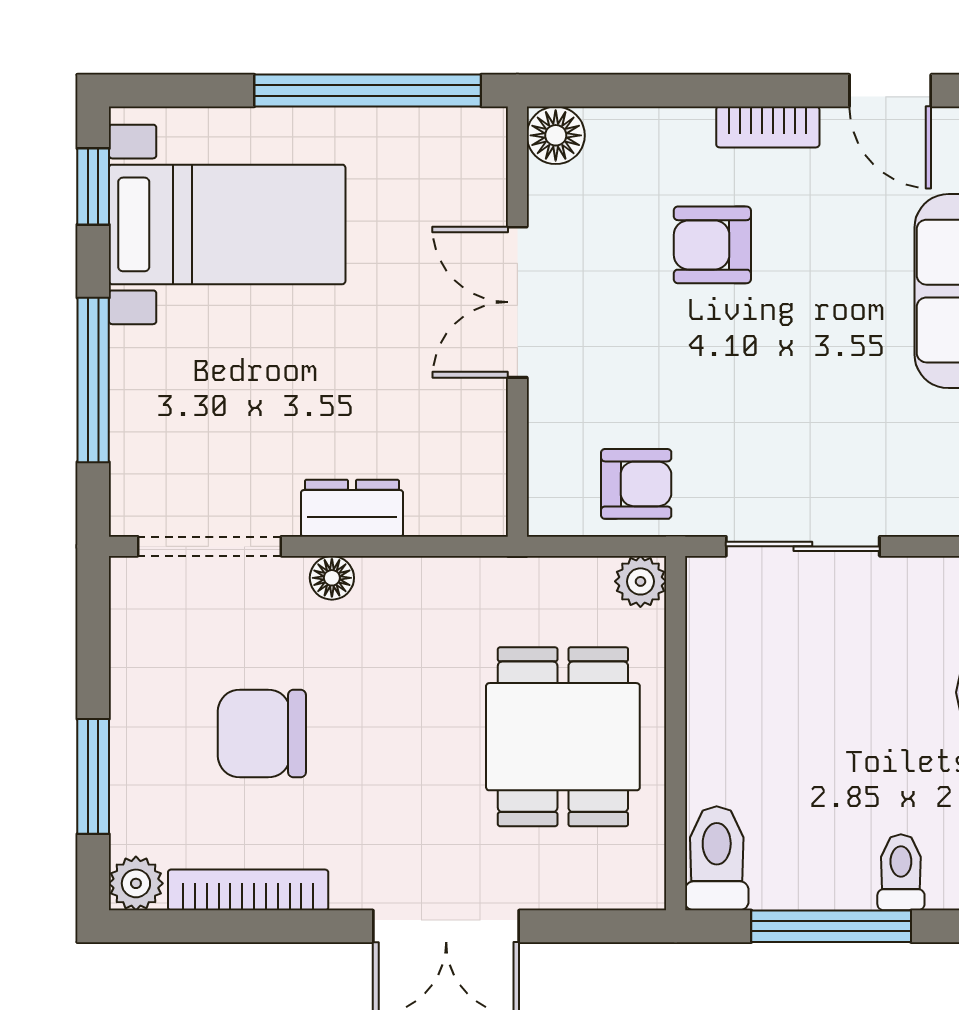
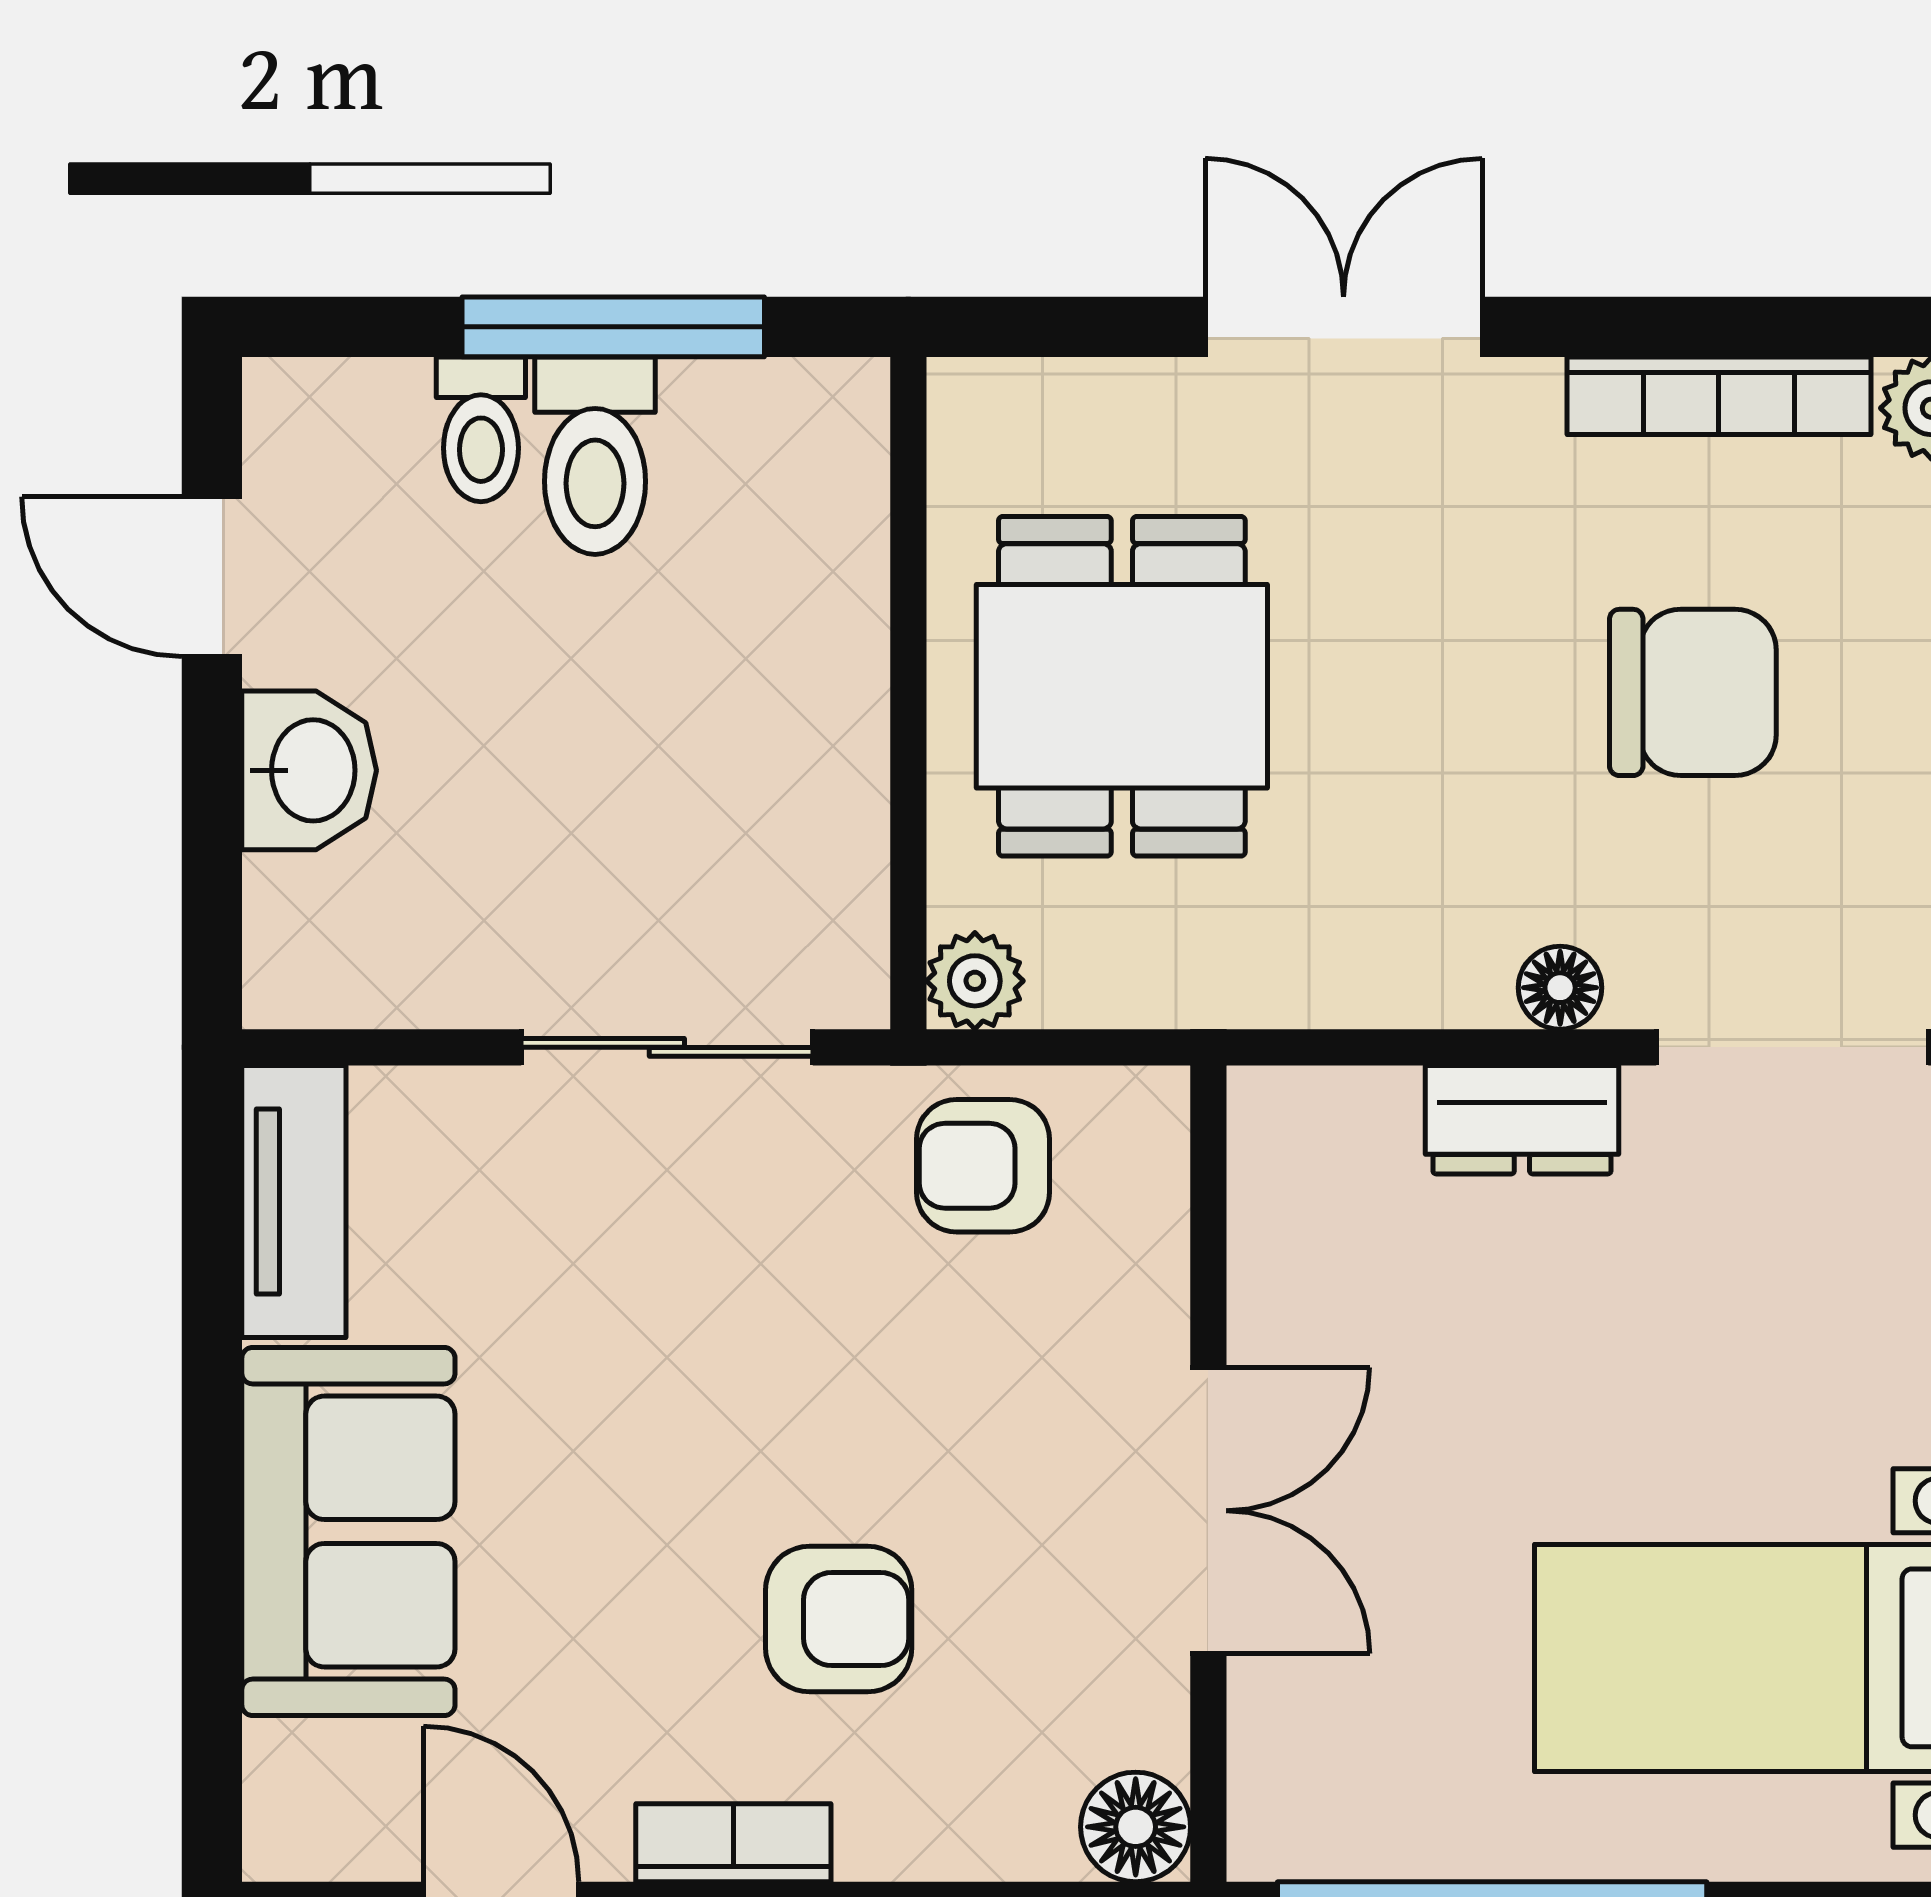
toilet: (717, 858) -> (595, 456), moved

